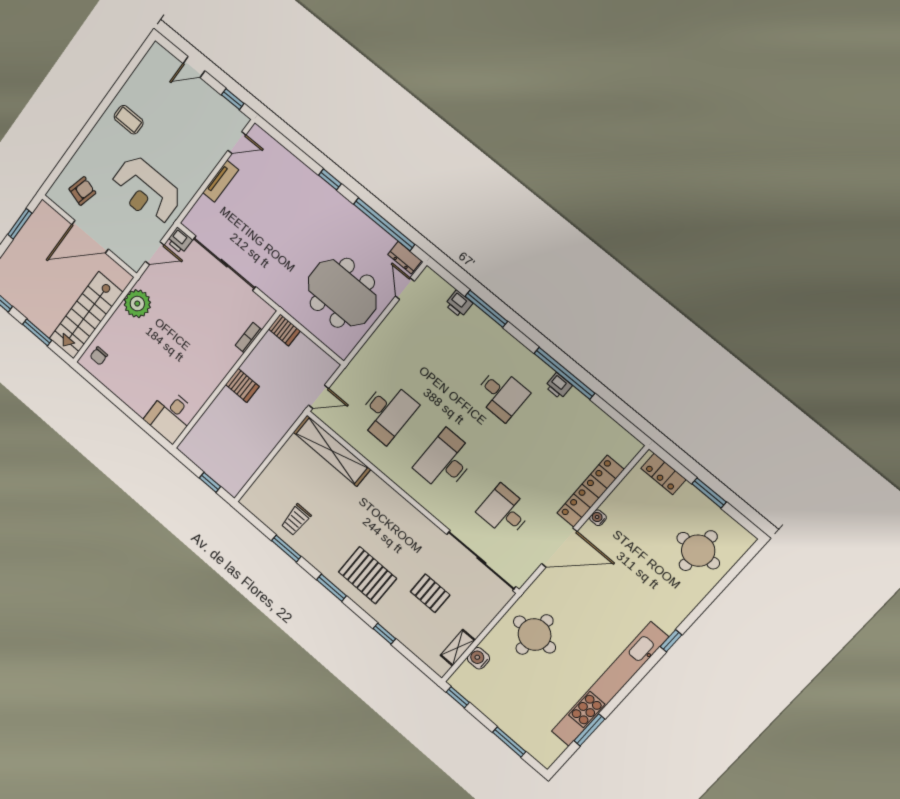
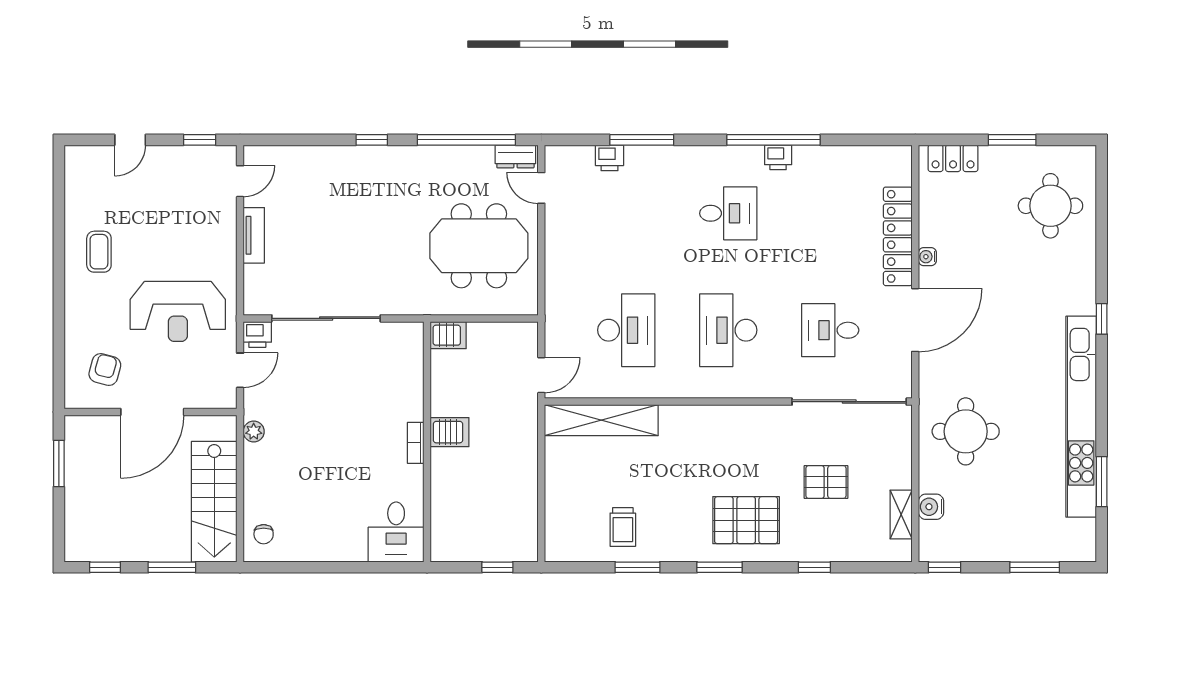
coffee table: (129, 120) -> (99, 252), turned 90
plant: (137, 304) -> (254, 432), width x0.53, depth x0.53
bookcase: (249, 338) -> (416, 443), moved

